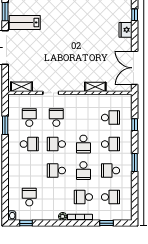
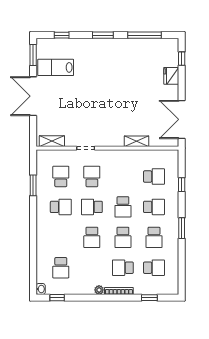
school desk: (56, 171) -> (92, 237), turned -90
school desk: (110, 171) -> (154, 237), turned -90
school desk: (29, 197) -> (61, 268), turned 180

